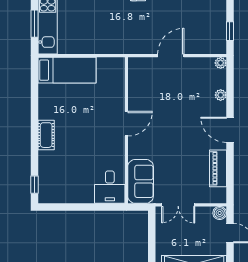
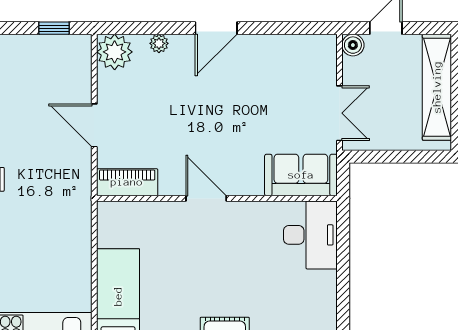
plant: (221, 63) -> (115, 52), width x1.87, depth x1.87
piano: (218, 168) -> (127, 182), moved, turned 180
desk: (110, 187) -> (310, 235), width x1.37

